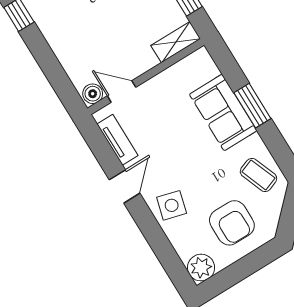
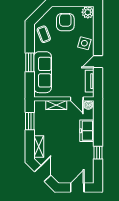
shelving: (176, 42) -> (56, 105), moved
freezer: (66, 43) -> (87, 131), added
sofa: (223, 112) -> (43, 72), width x1.36

